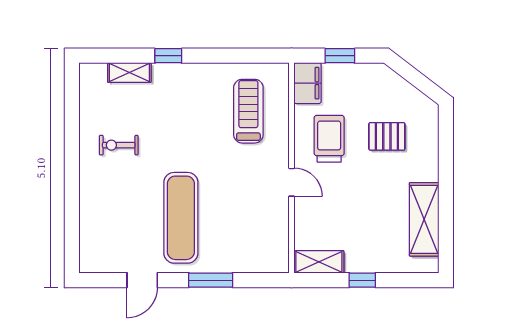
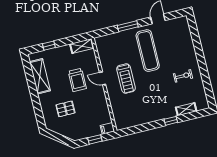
filing cabinet: (308, 83) -> (107, 128), width x0.50
treadmill: (248, 111) -> (126, 79), moved
trolley: (329, 139) -> (77, 80), moved
window: (362, 280) -> (49, 46), moved

